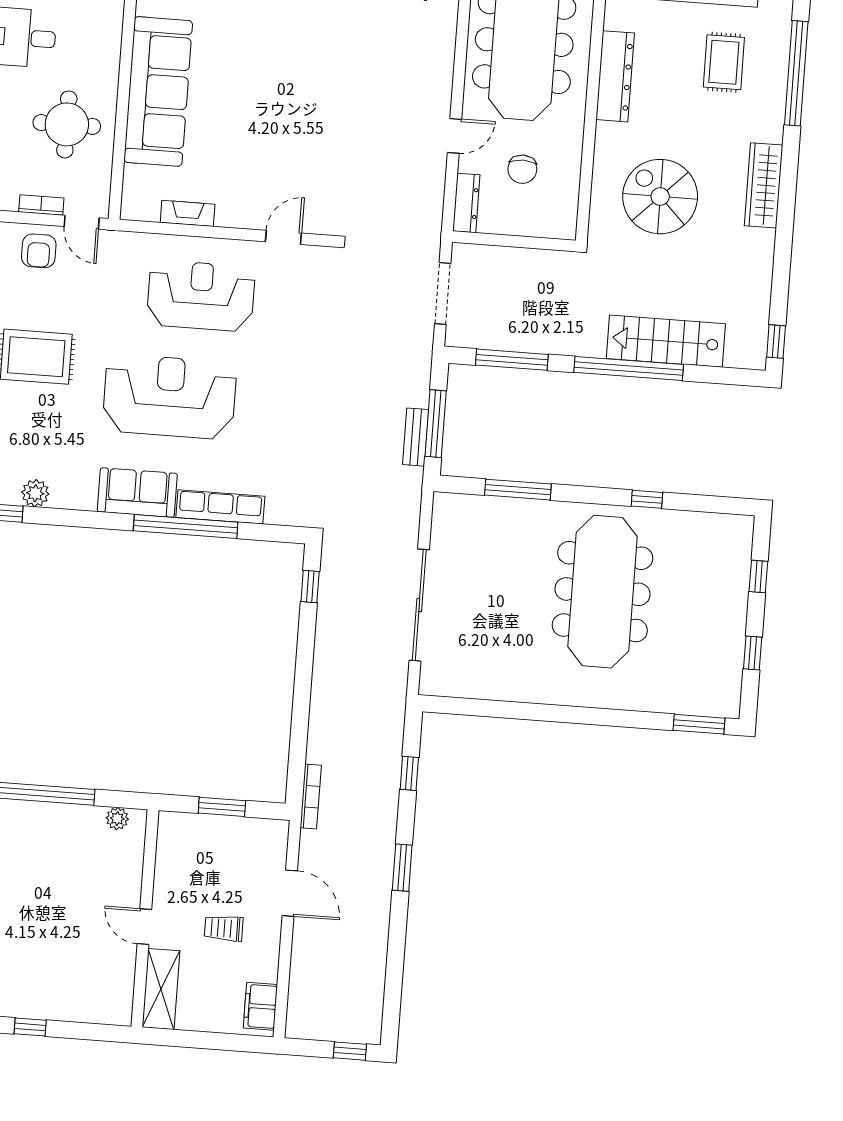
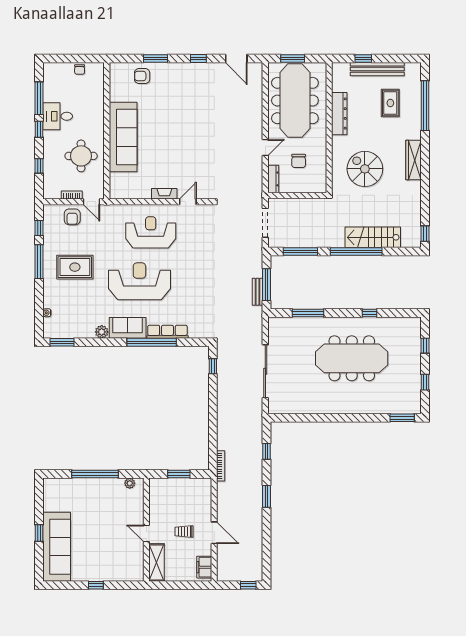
fireplace: (188, 213) -> (164, 194), moved
plant: (35, 493) -> (102, 332), moved
meeting table: (602, 592) -> (352, 358), turned 90
door: (290, 893) -> (214, 533), moved

